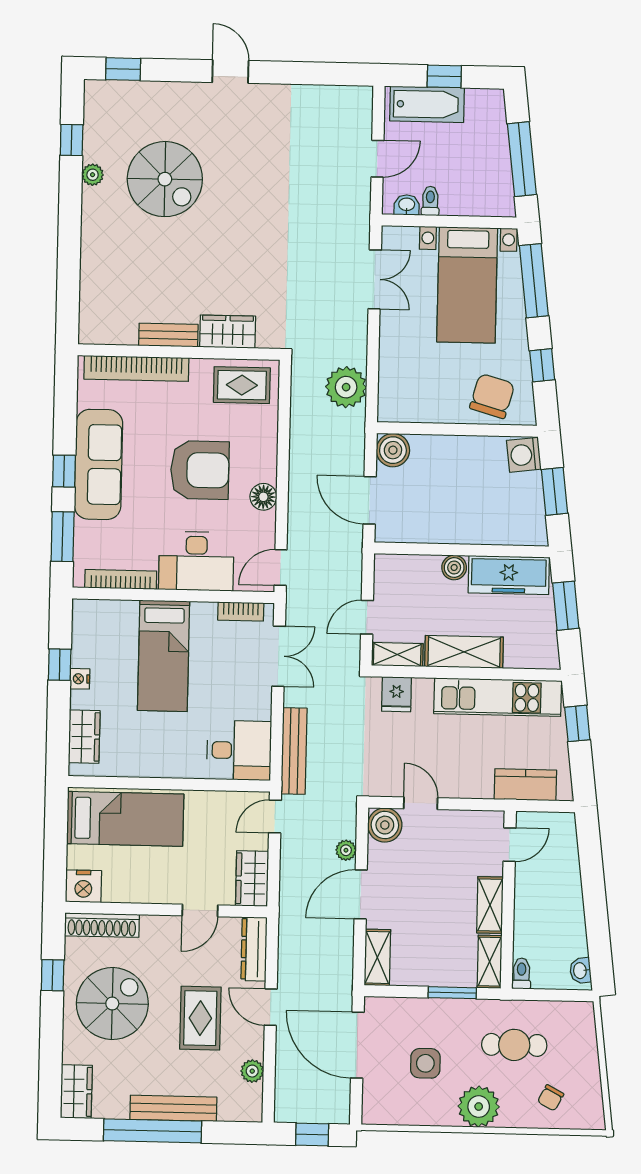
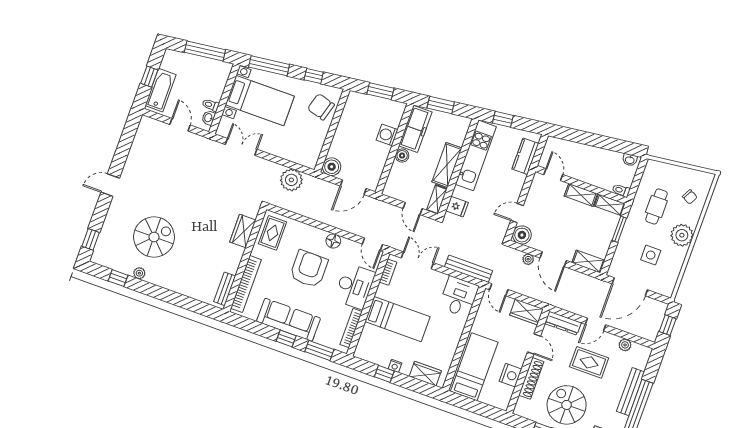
bench: (168, 335) -> (225, 289), moved
washing machine: (524, 455) -> (387, 135), moved, turned 97
nightstand: (83, 886) -> (510, 375), moved
shoe rack: (102, 925) -> (531, 378), moved

